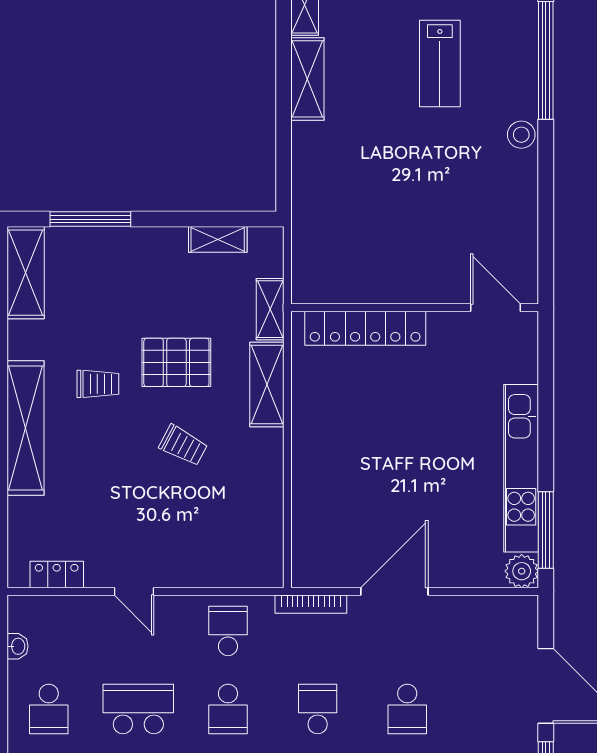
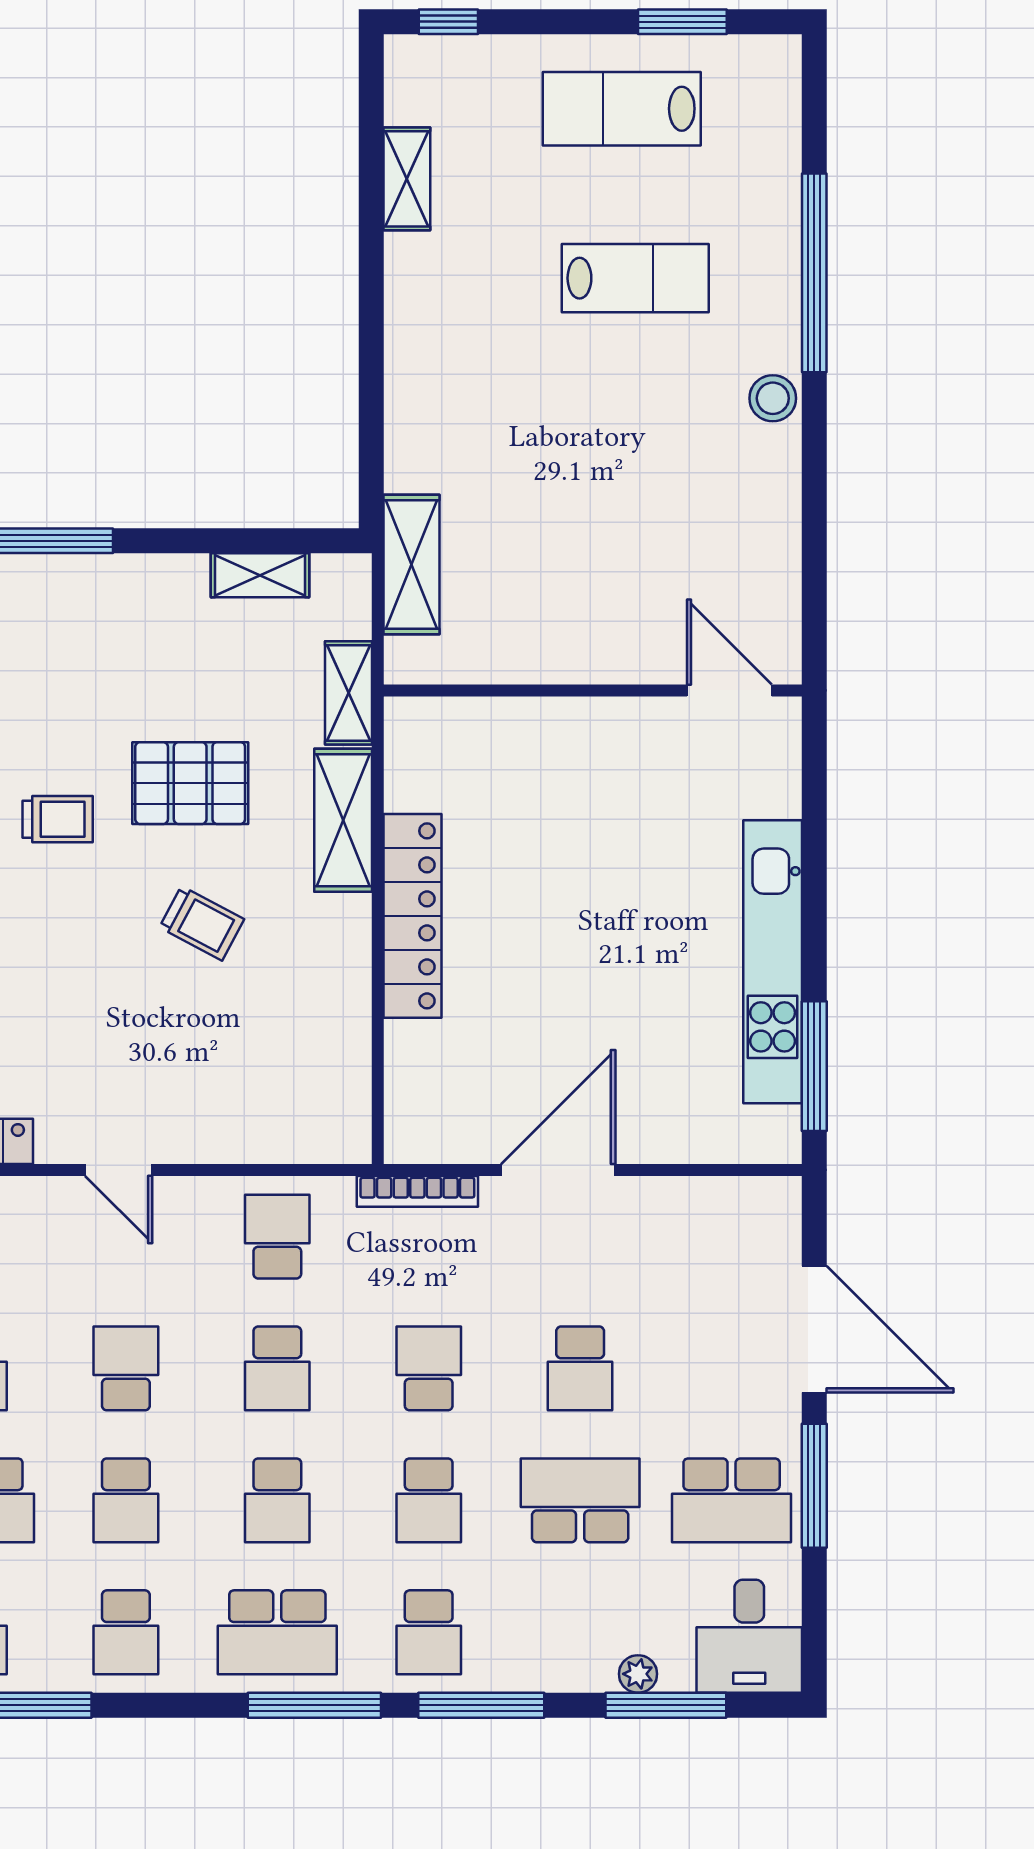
lab bench: (440, 64) -> (635, 278), turned -90
shelving: (307, 79) -> (412, 564), moved
locker: (365, 328) -> (413, 916), moved, turned -90
plant: (522, 571) -> (773, 1136), removed
school desk: (138, 709) -> (126, 1368), width x0.54

